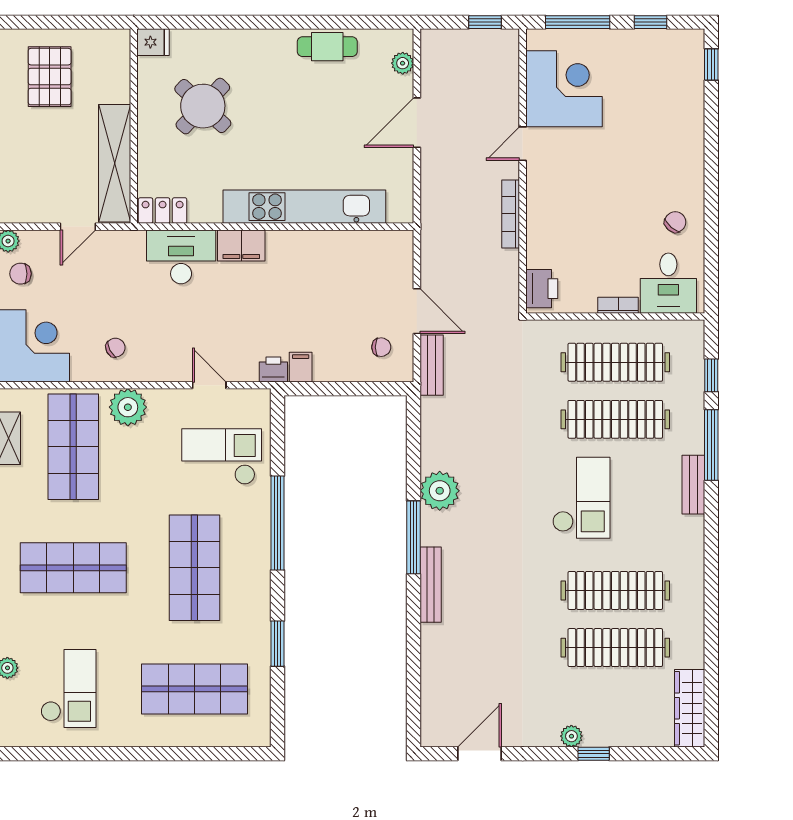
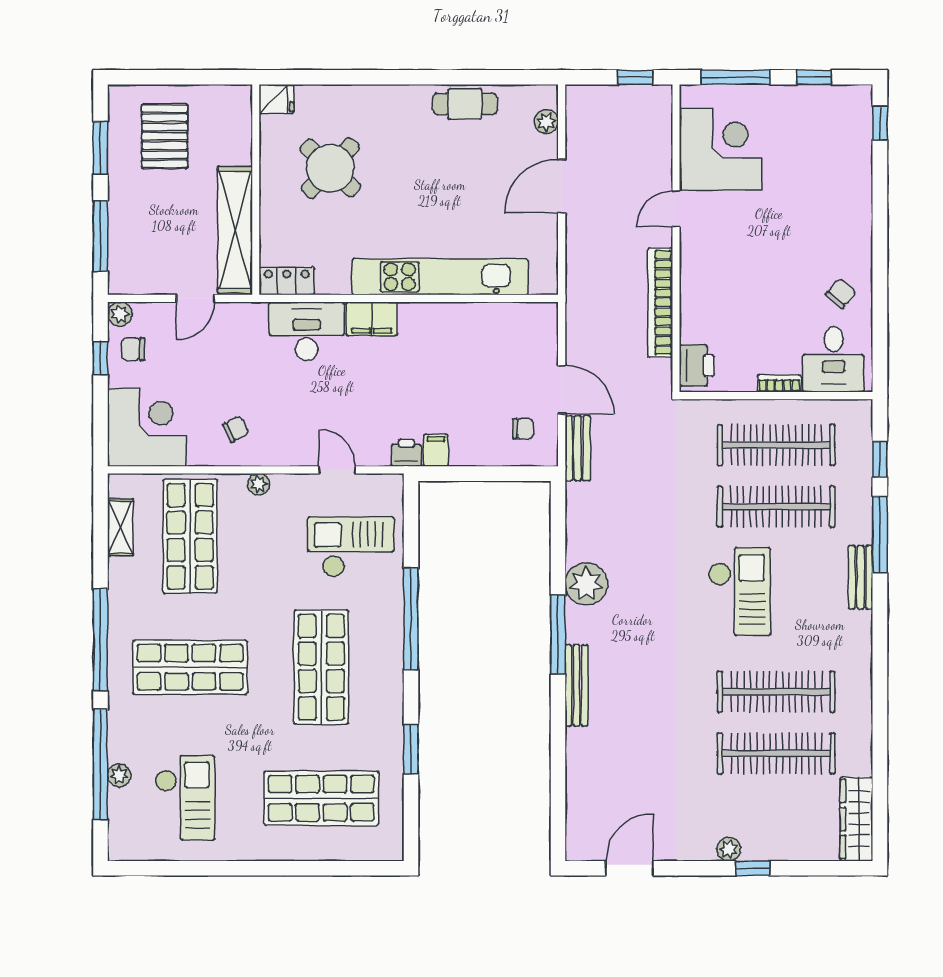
bookcase: (511, 214) -> (660, 302), width x1.48, depth x1.31
plant: (128, 407) -> (259, 484), width x0.53, depth x0.53

